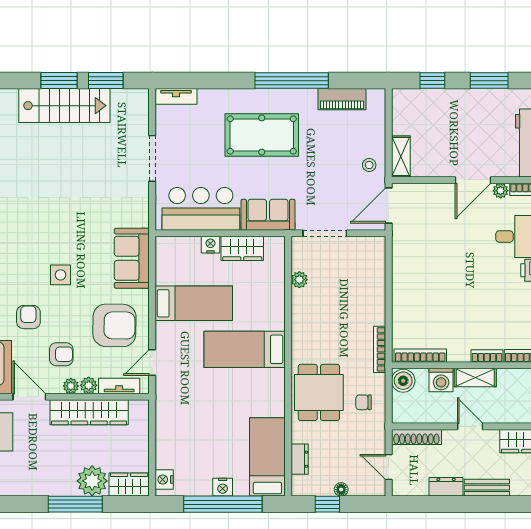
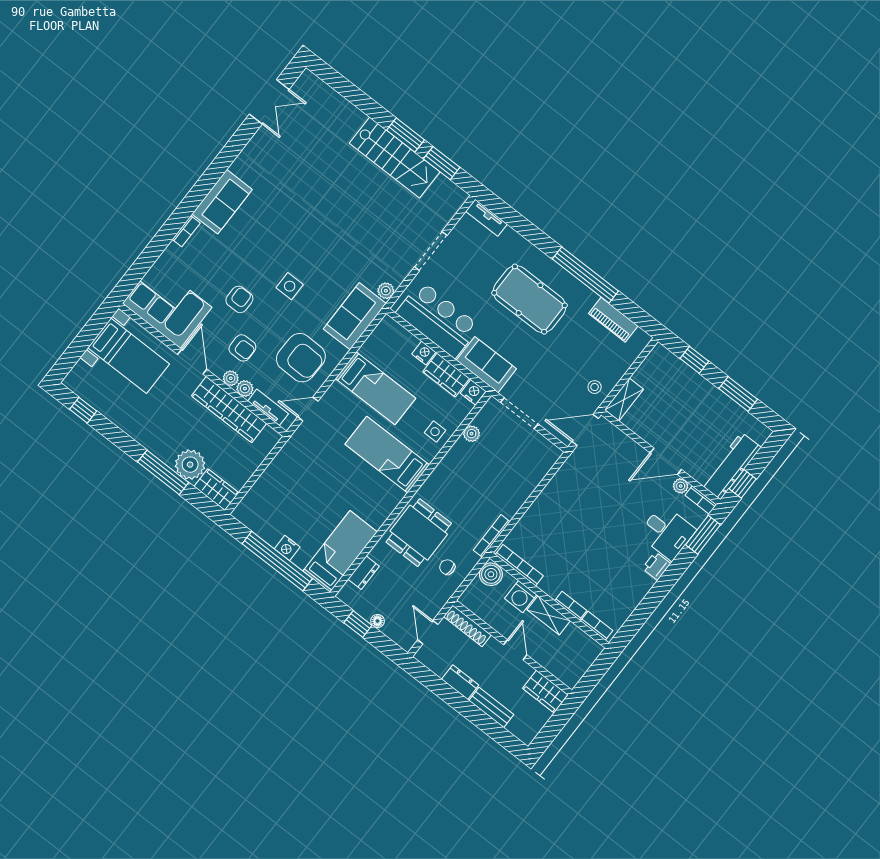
plant: (141, 218) -> (386, 291), added
side table: (269, 301) -> (435, 432), added
nightstand: (164, 480) -> (473, 392), moved, turned 90

